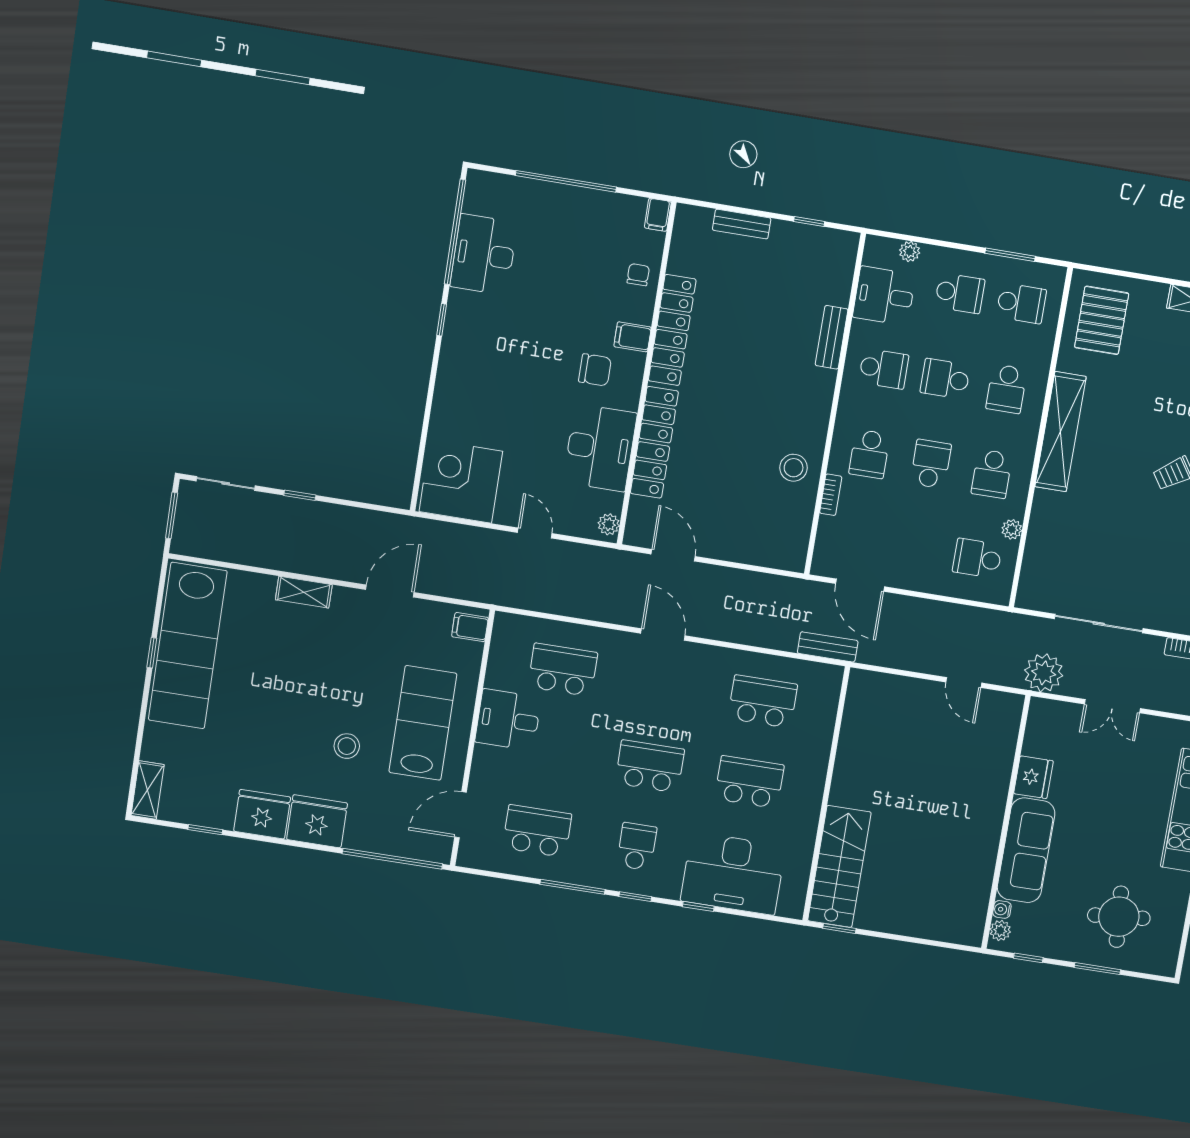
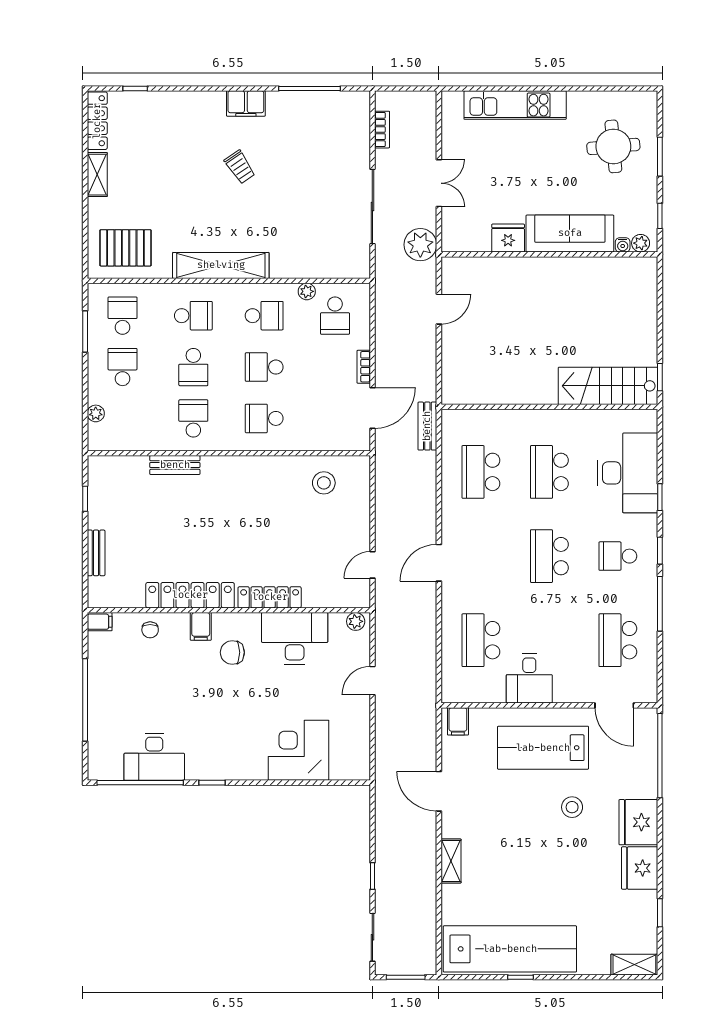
chair: (638, 275) -> (150, 630), turned -90
desk: (884, 296) -> (135, 428), removed
chair: (595, 370) -> (232, 652), turned -90
locker: (654, 442) -> (270, 597), width x0.71, depth x0.83
school desk: (869, 454) -> (264, 418), turned 180
stool: (794, 468) -> (324, 483), moved
corner desk: (461, 481) -> (298, 750), moved, turned 90
bookcase: (831, 495) -> (364, 367), moved, turned -90
door: (673, 555) -> (372, 565), width x0.73

